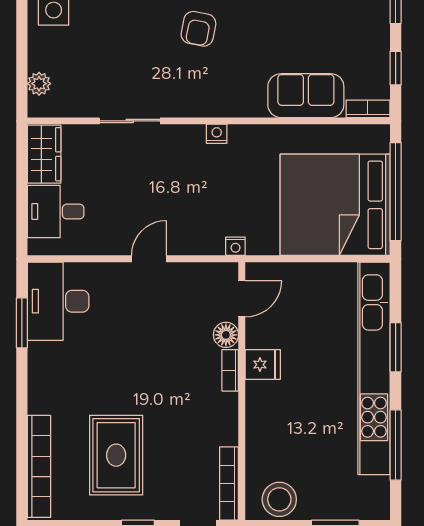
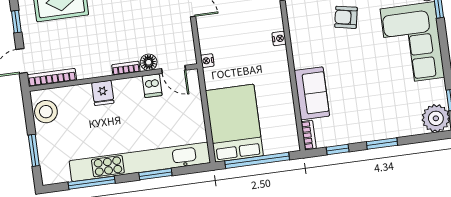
bed: (335, 205) -> (234, 123), width x0.73
dishwasher: (262, 334) -> (152, 86), added
fridge: (263, 365) -> (103, 93), moved

